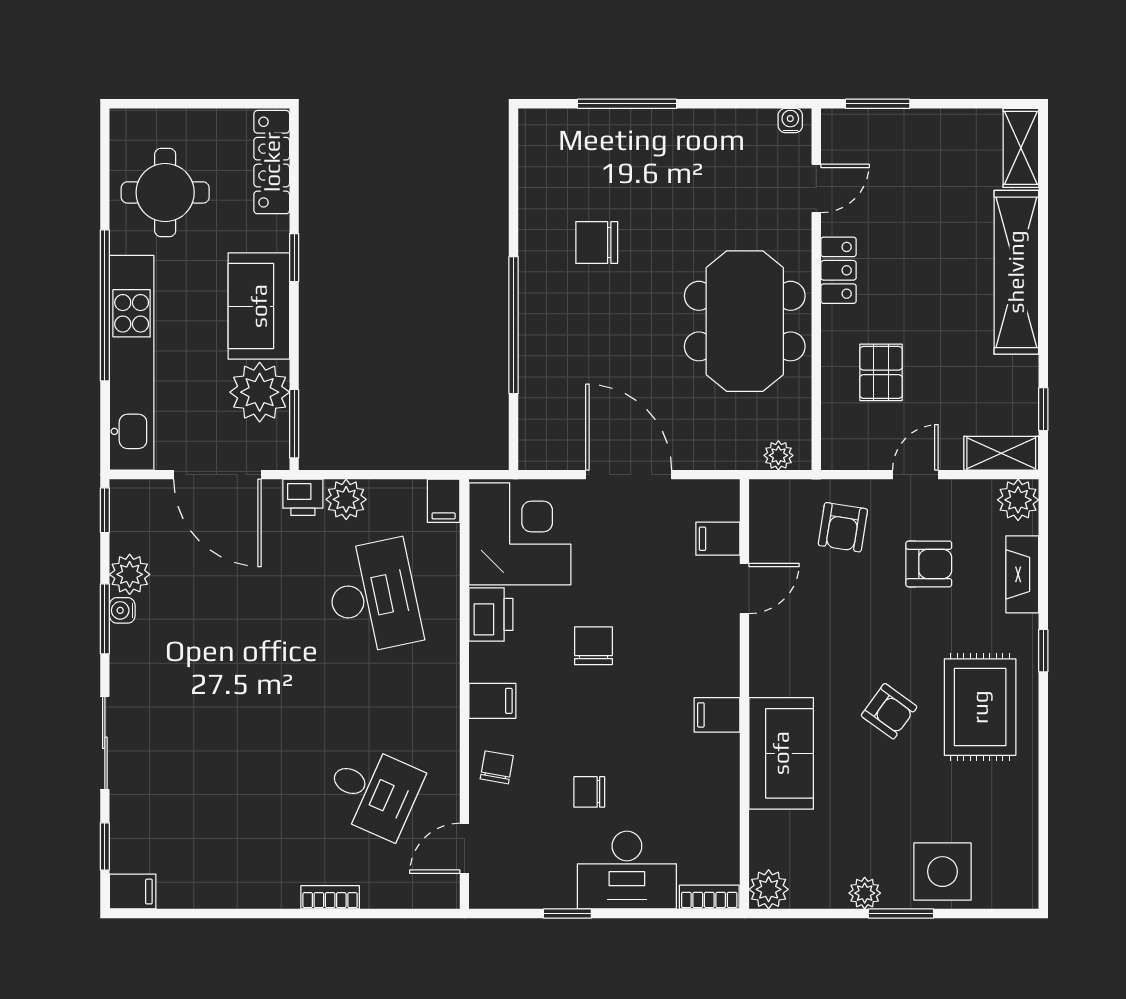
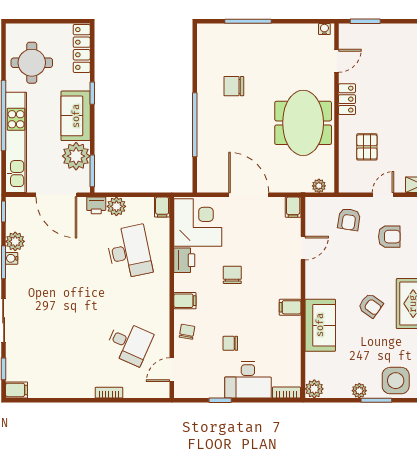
filing cabinet: (718, 539) -> (293, 207), moved, turned -90

